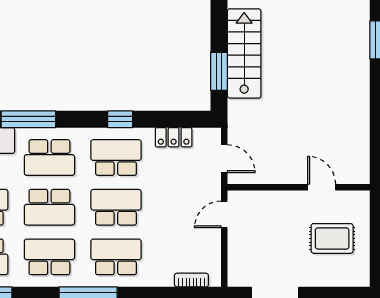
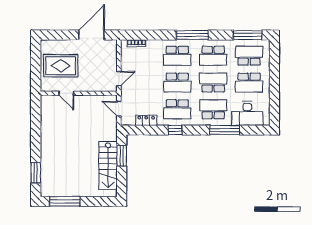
rug: (332, 238) -> (61, 66), width x1.36, depth x1.43

